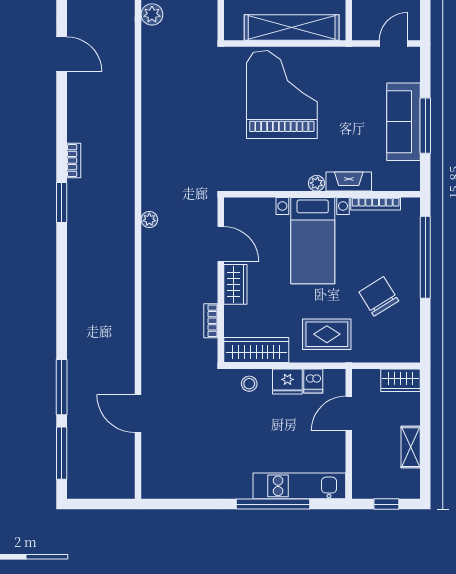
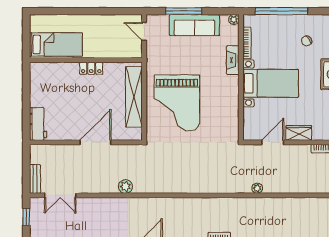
grand piano: (282, 95) -> (177, 103), turned -90
window: (425, 126) -> (184, 11), moved
plant: (317, 183) -> (234, 20), moved
chair: (379, 296) -> (307, 41), width x0.54, depth x0.54

